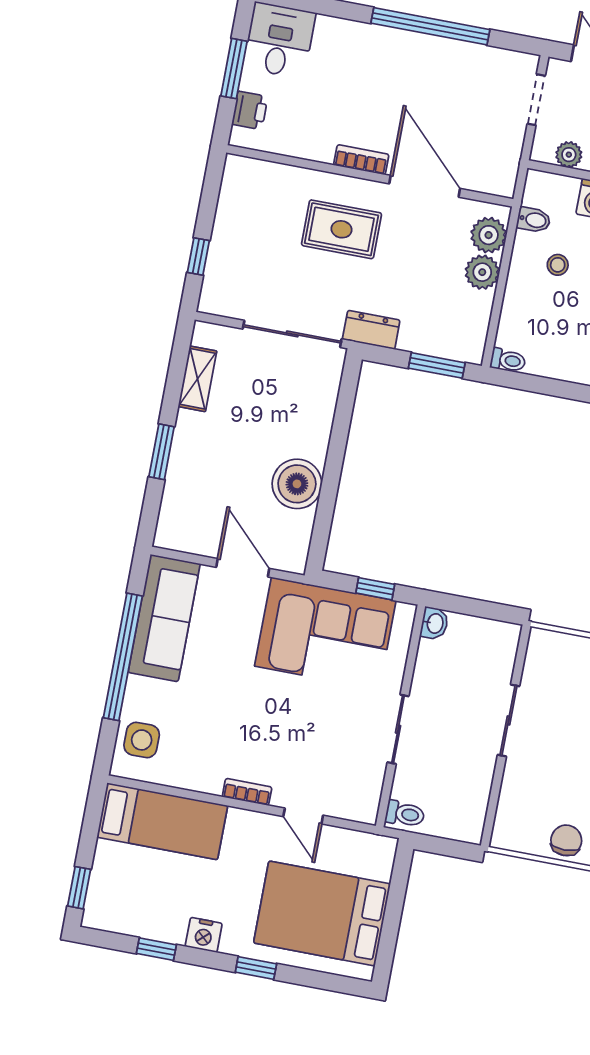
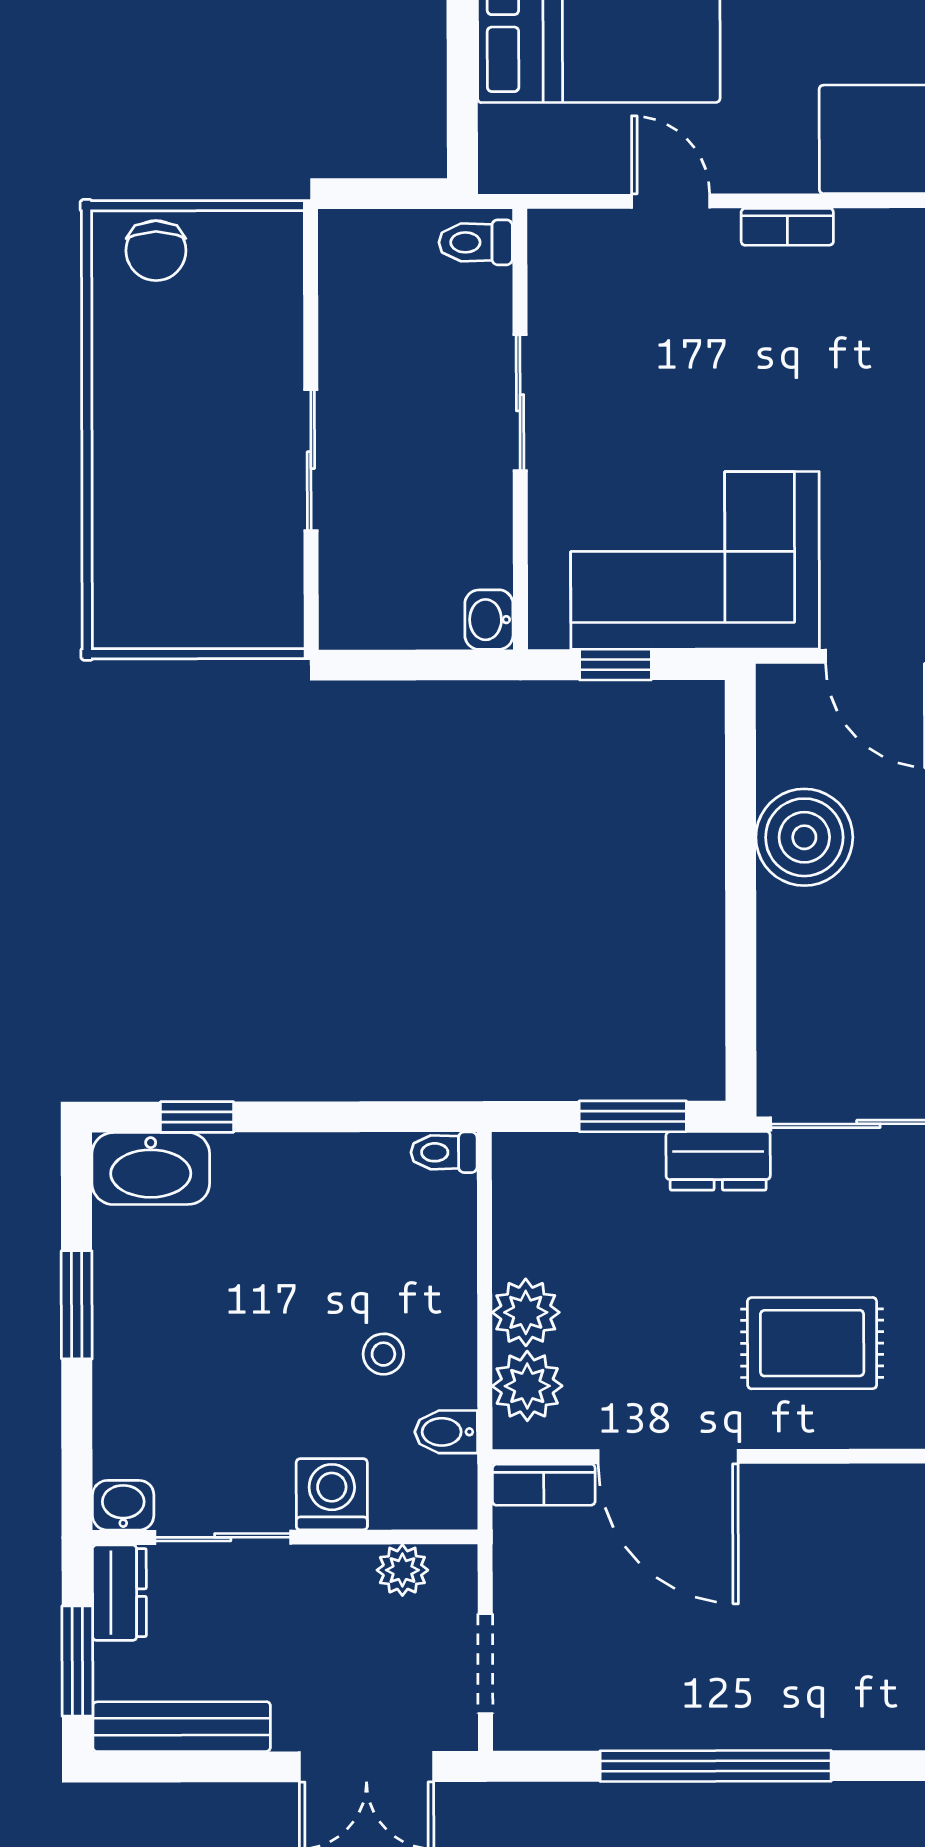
bookcase: (361, 160) -> (544, 1485), moved
window: (437, 365) -> (633, 1116), moved

